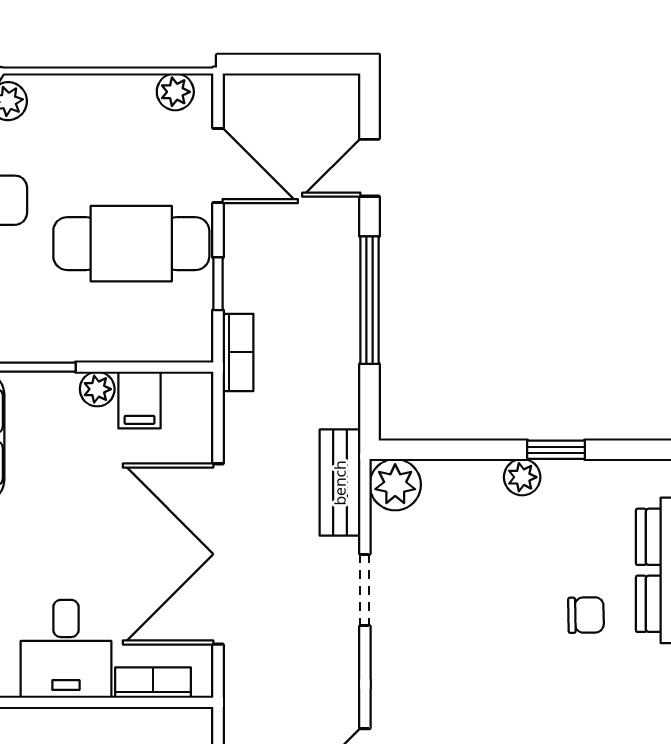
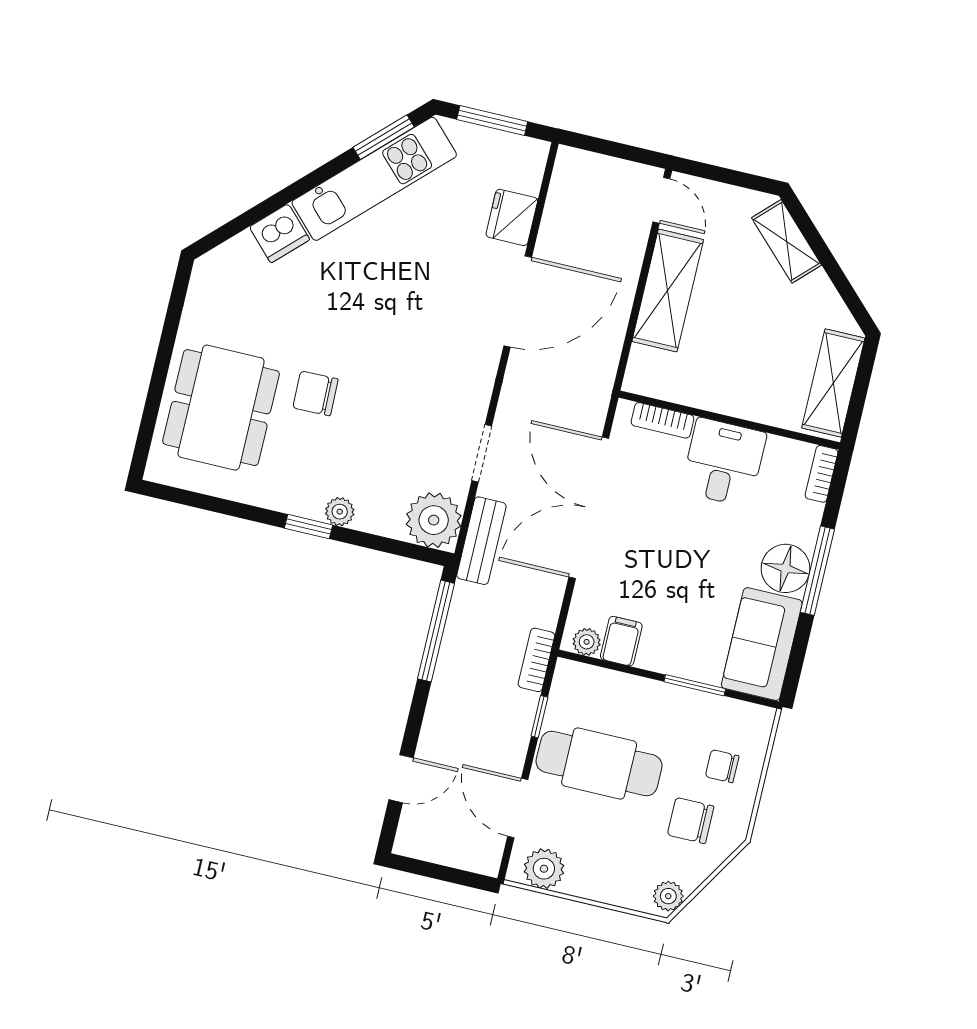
plant: (175, 92) -> (544, 869), width x1.38, depth x1.38
window: (369, 300) -> (436, 631), moved
plant: (97, 389) -> (587, 642), moved
plant: (395, 485) -> (434, 520), width x1.36, depth x1.36
double door: (218, 554) -> (589, 508), swing flipped
chair: (586, 615) -> (316, 393), width x1.37, depth x1.37

